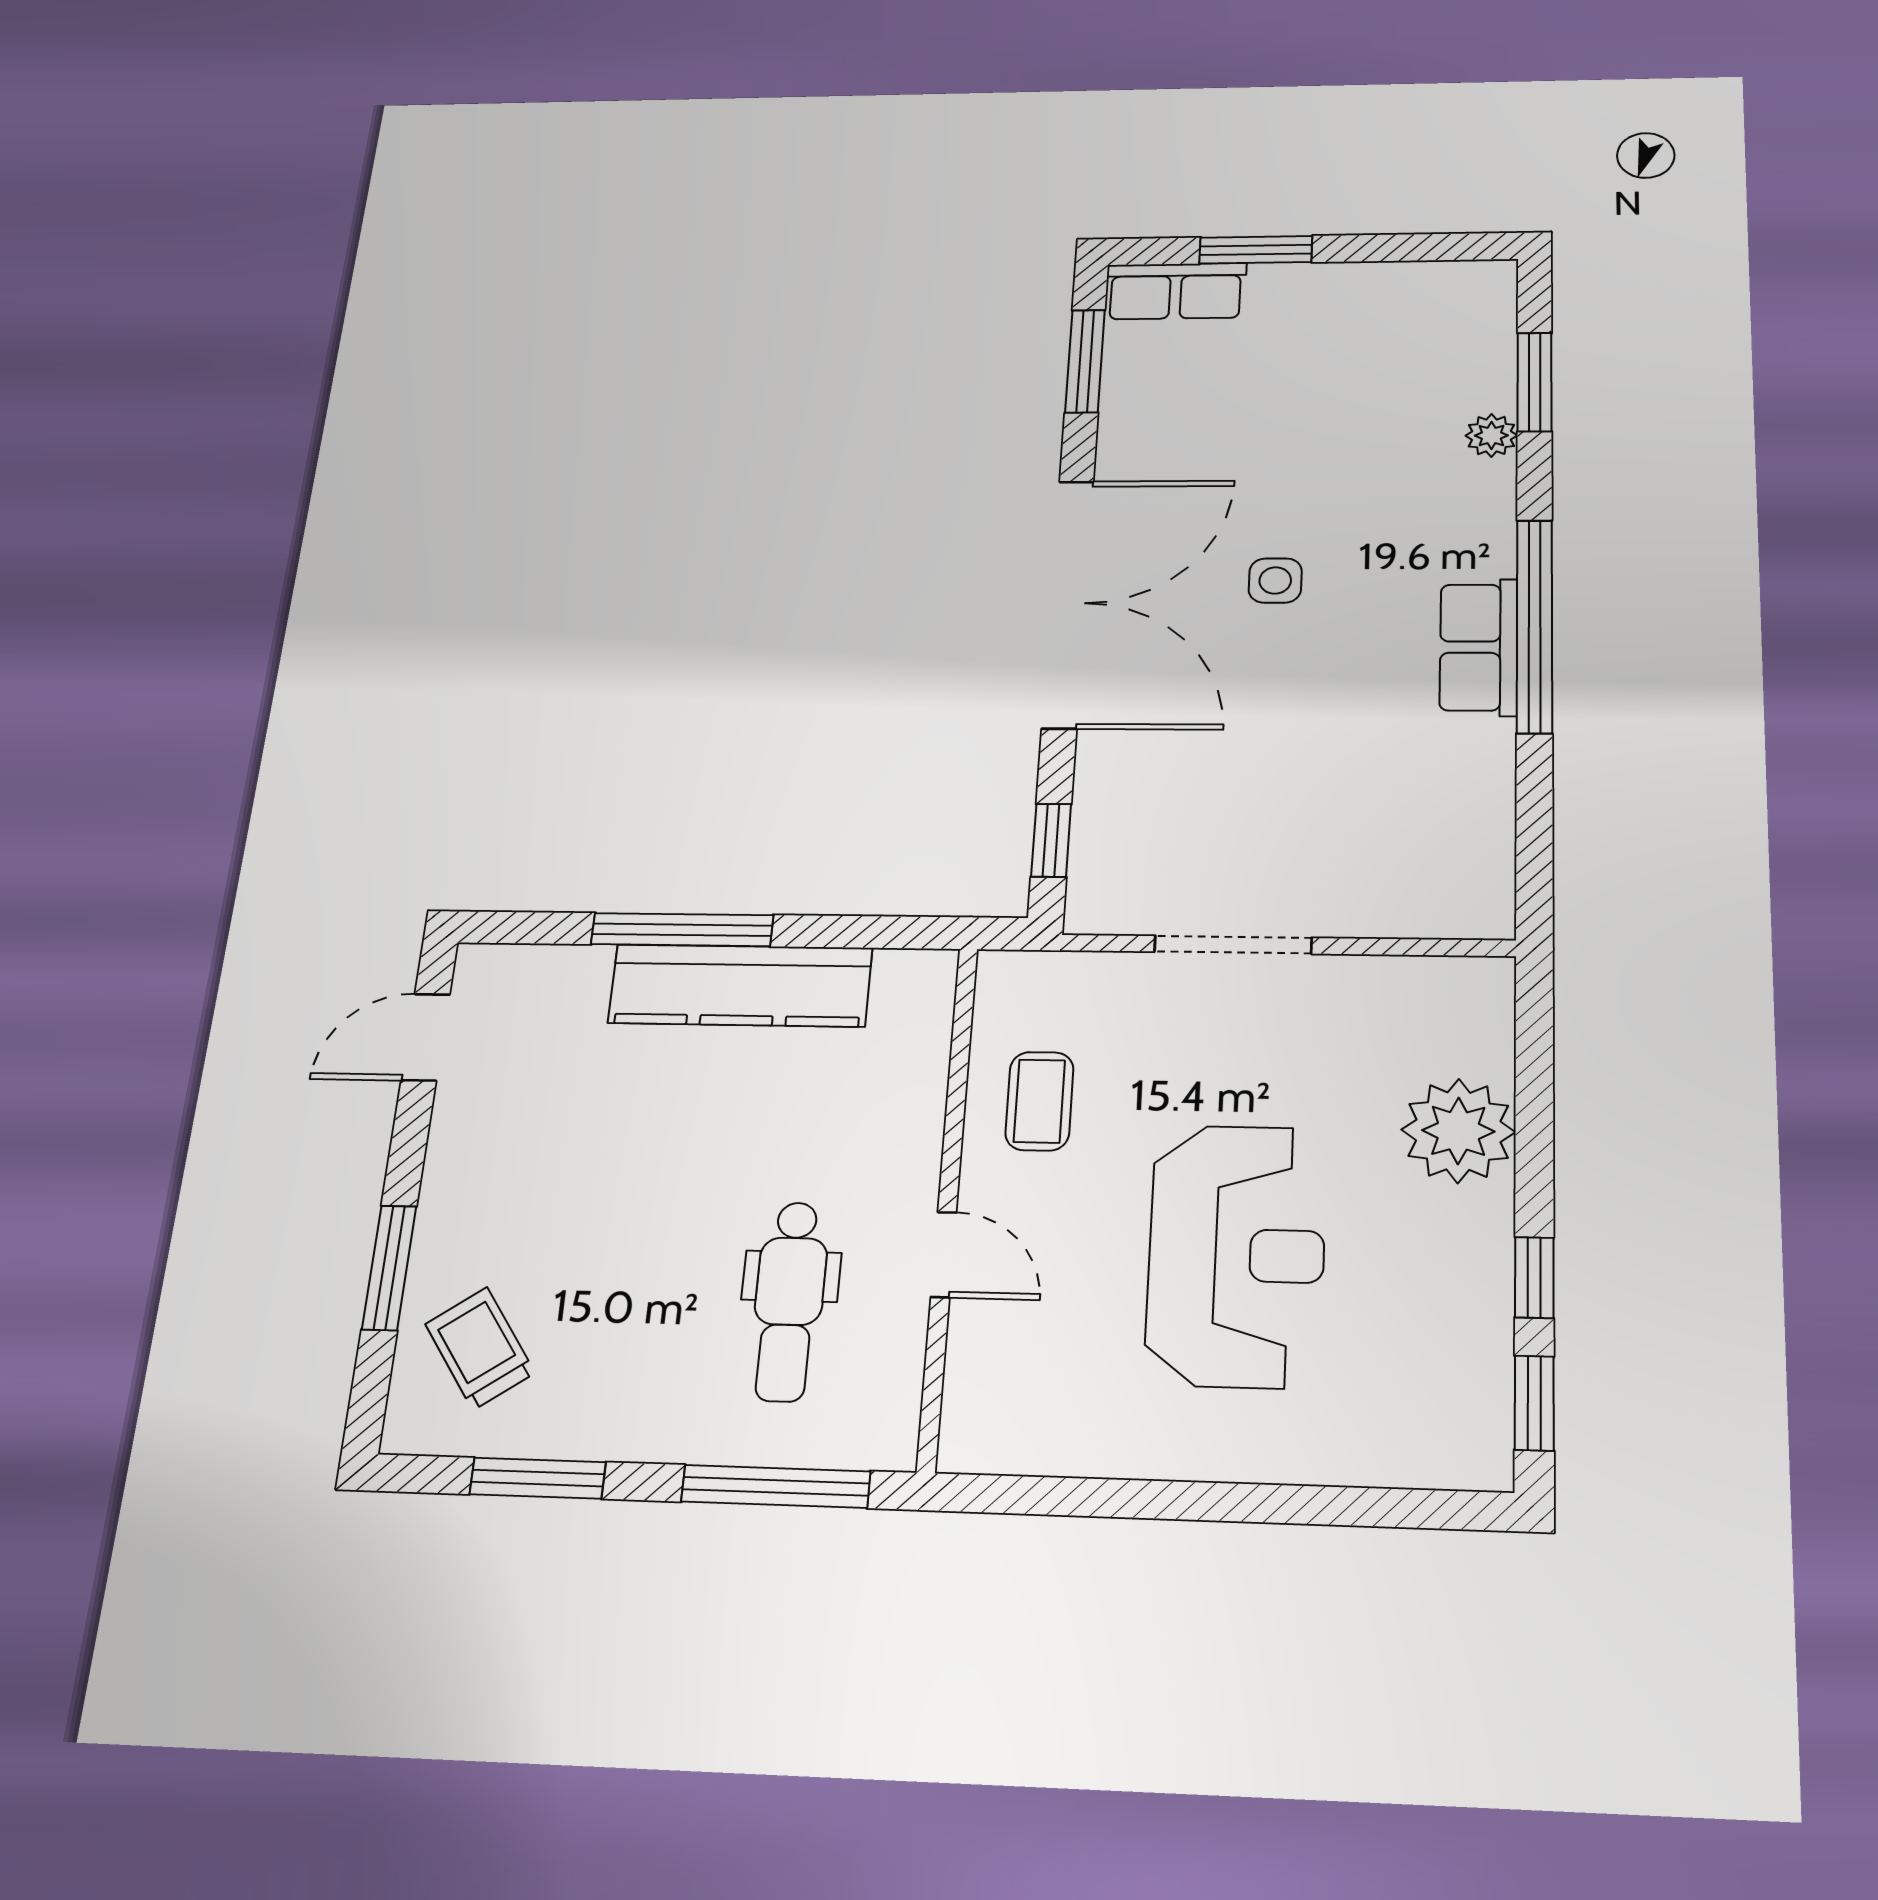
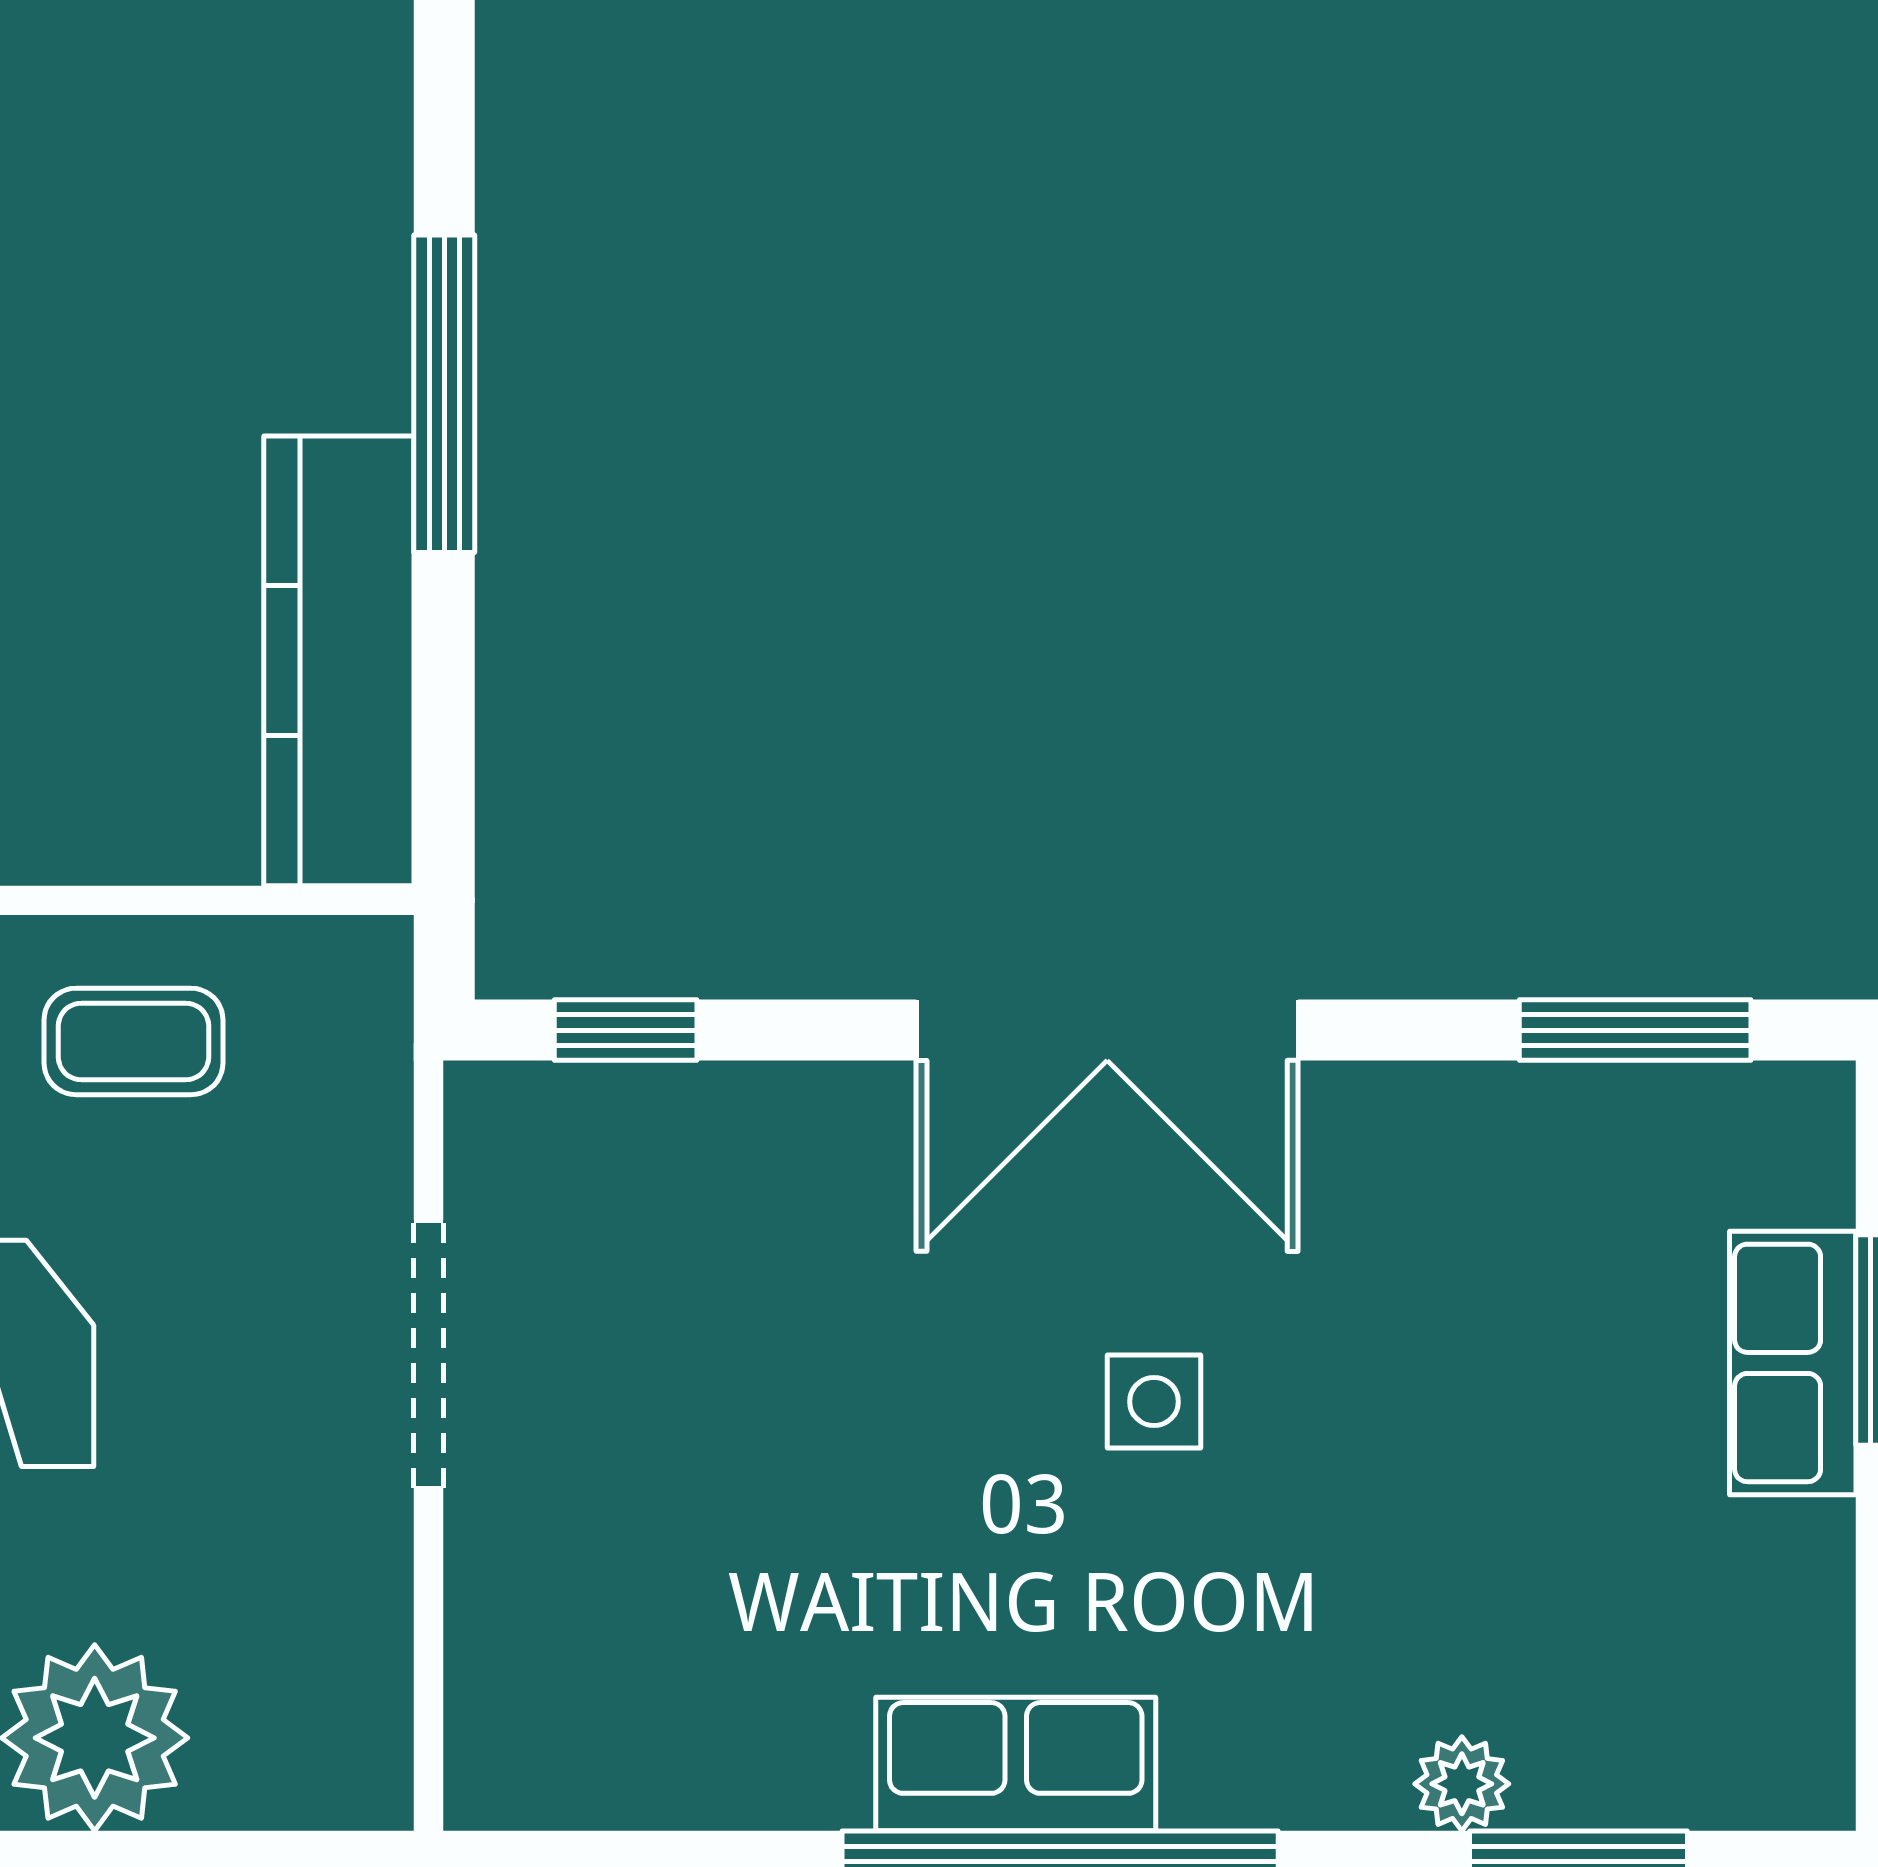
row of seats: (1175, 291) -> (1793, 1363), moved
double door: (1068, 603) -> (1107, 1030), width x0.73
kitchen counter: (740, 985) -> (339, 661), moved

